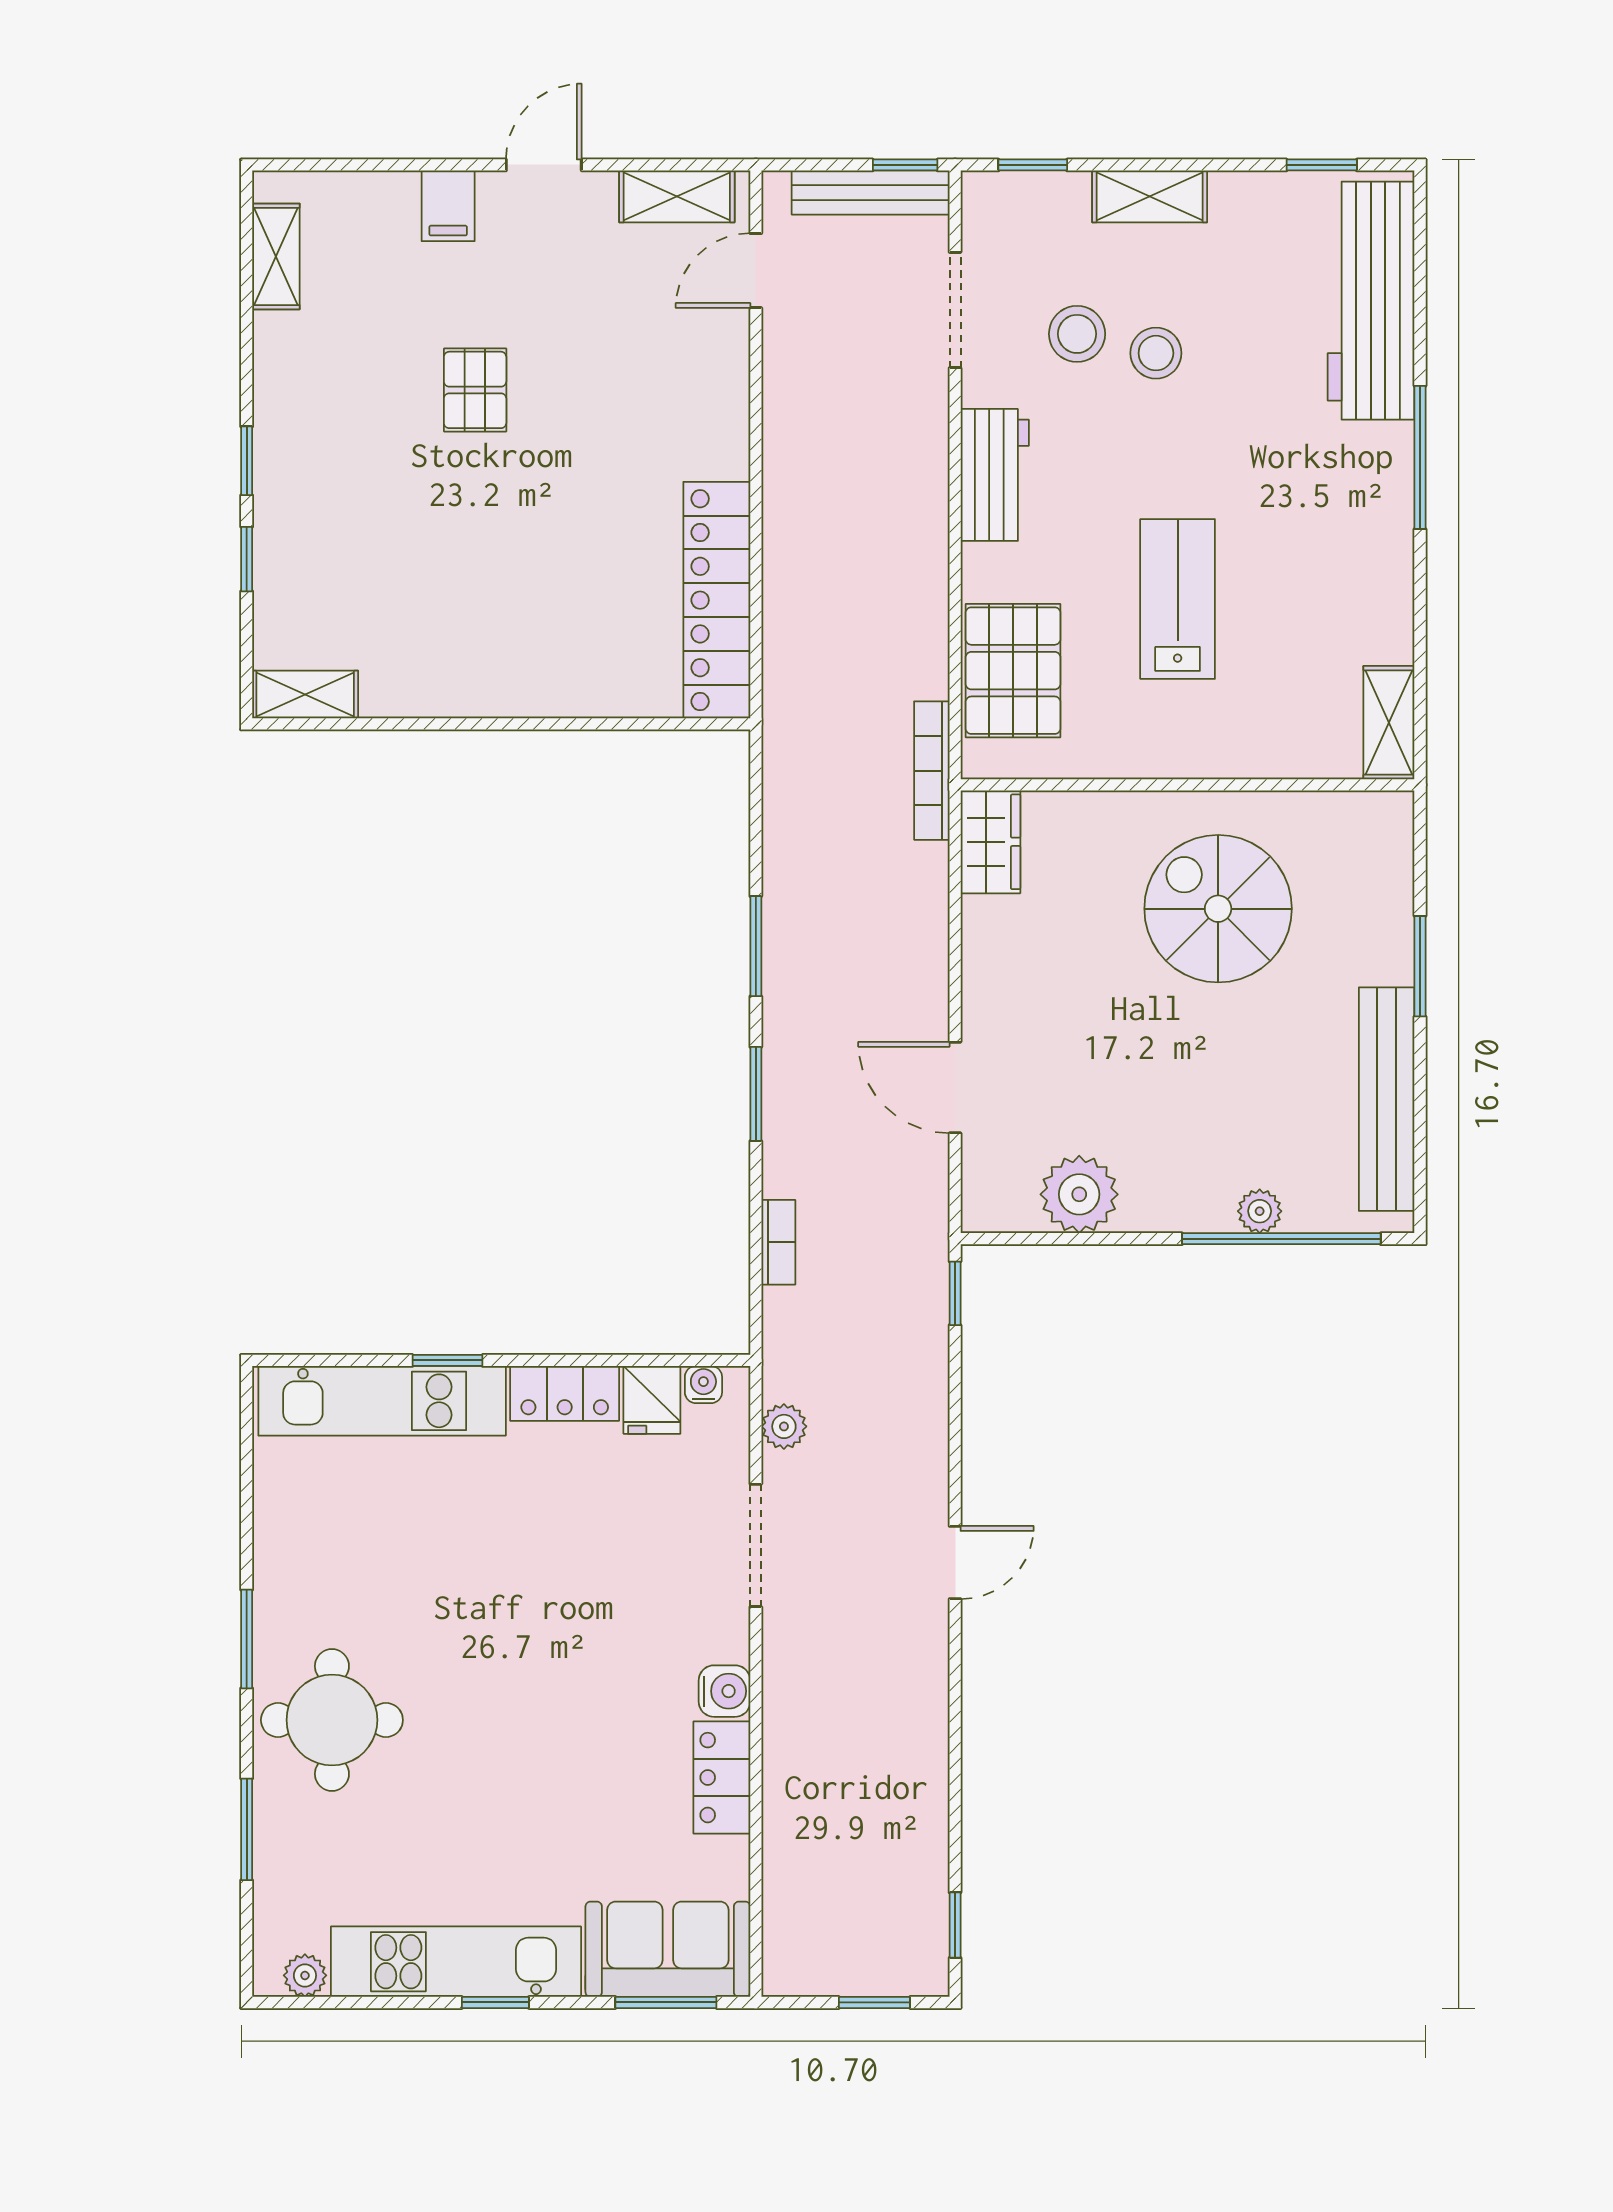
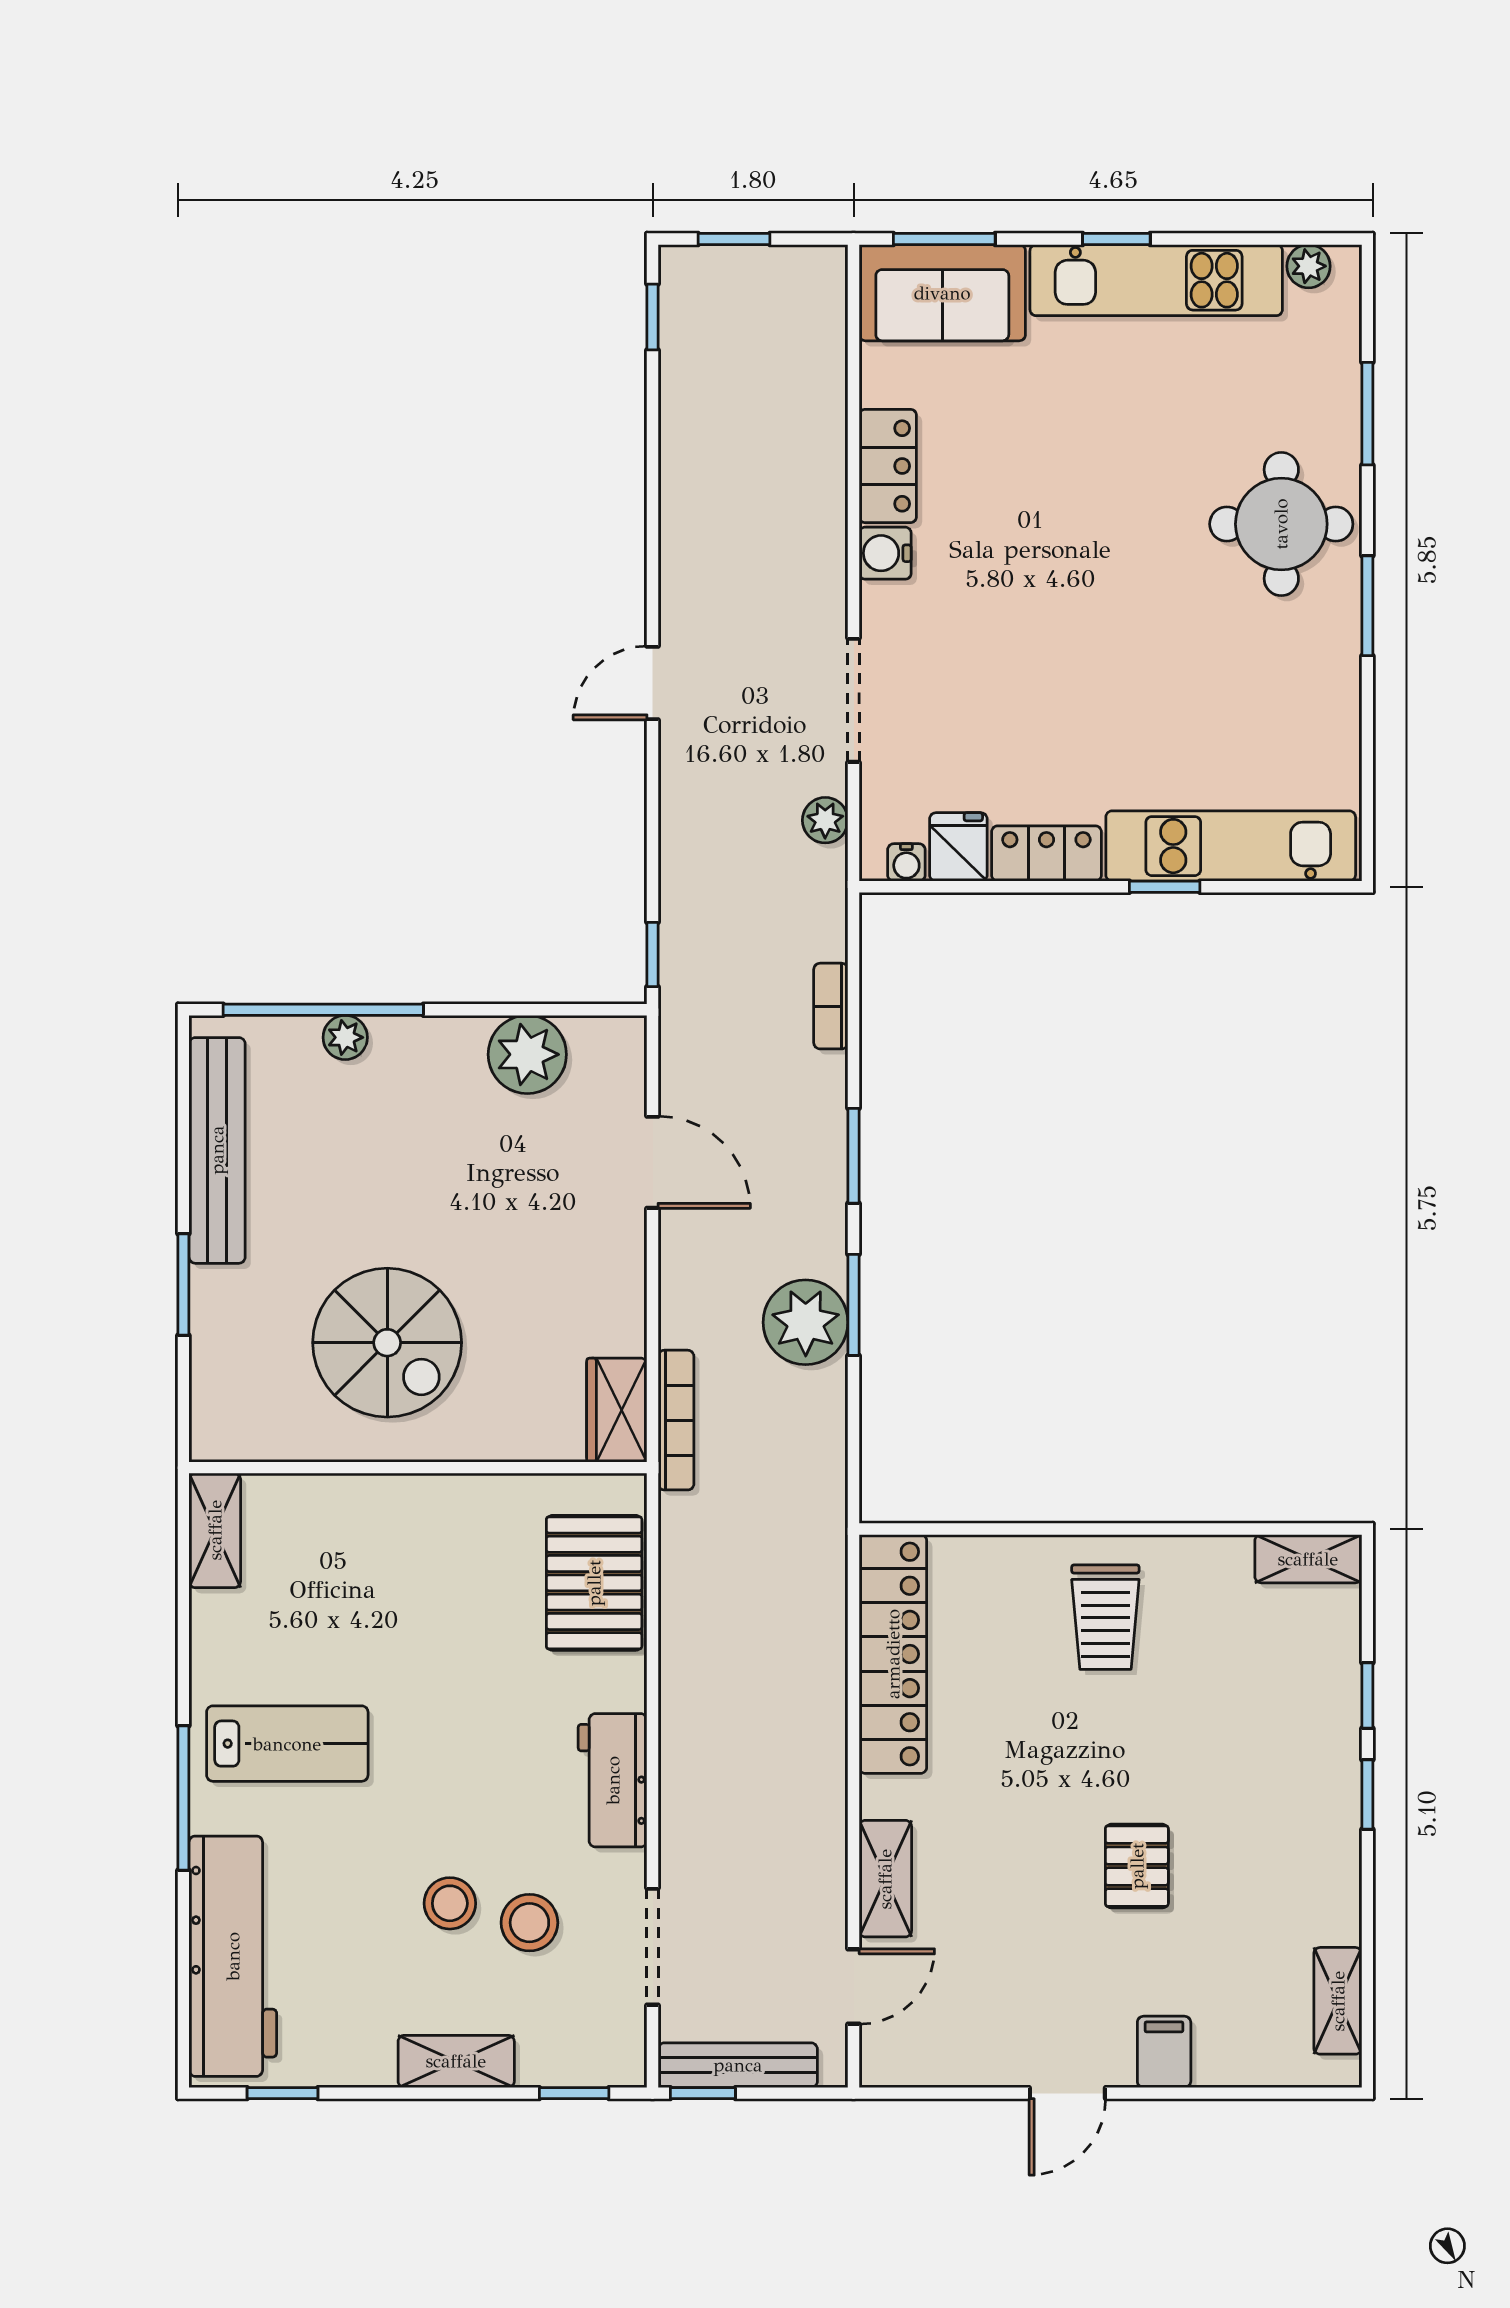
shelving: (677, 196) -> (885, 1879), moved, turned 90
lab bench: (1178, 599) -> (287, 1744), moved, turned -90
trolley: (506, 637) -> (1105, 1617), added
bookcase: (932, 771) -> (676, 1420), moved
plant: (803, 929) -> (806, 1322), added

